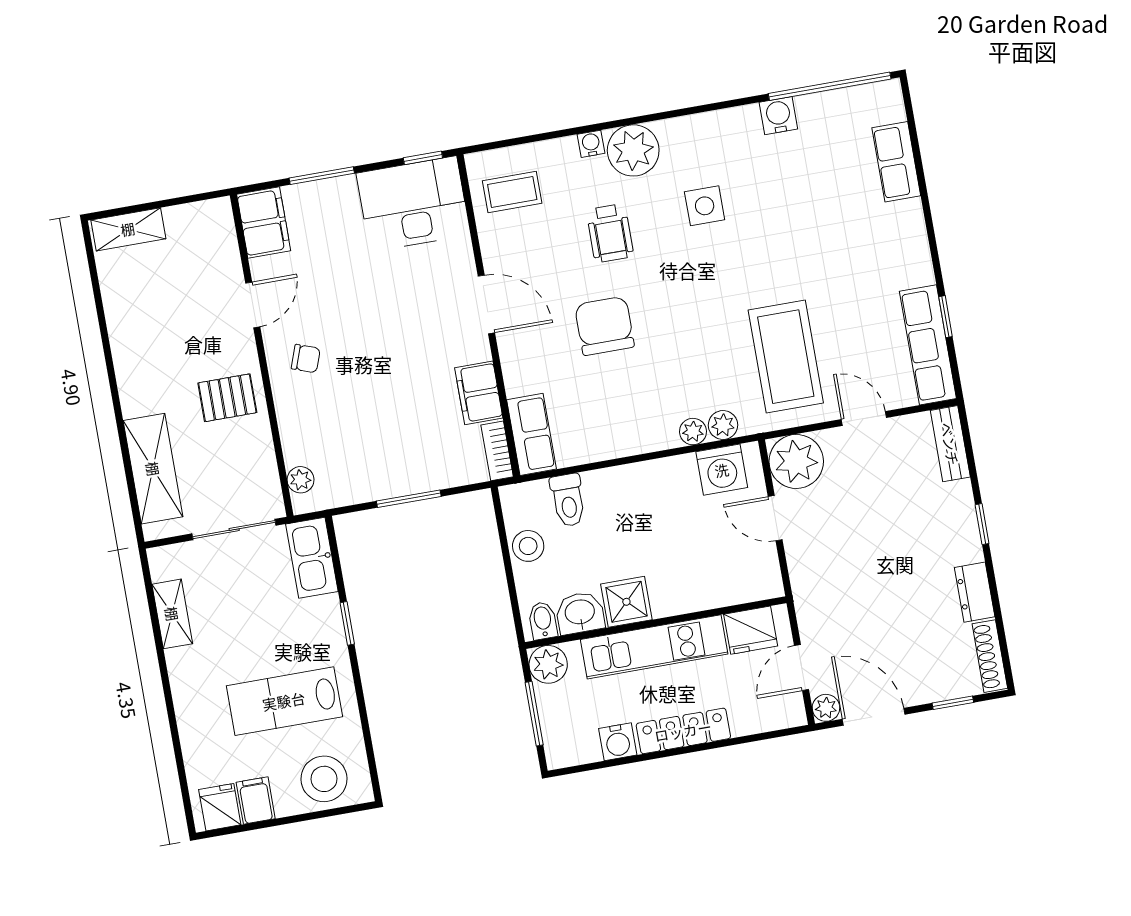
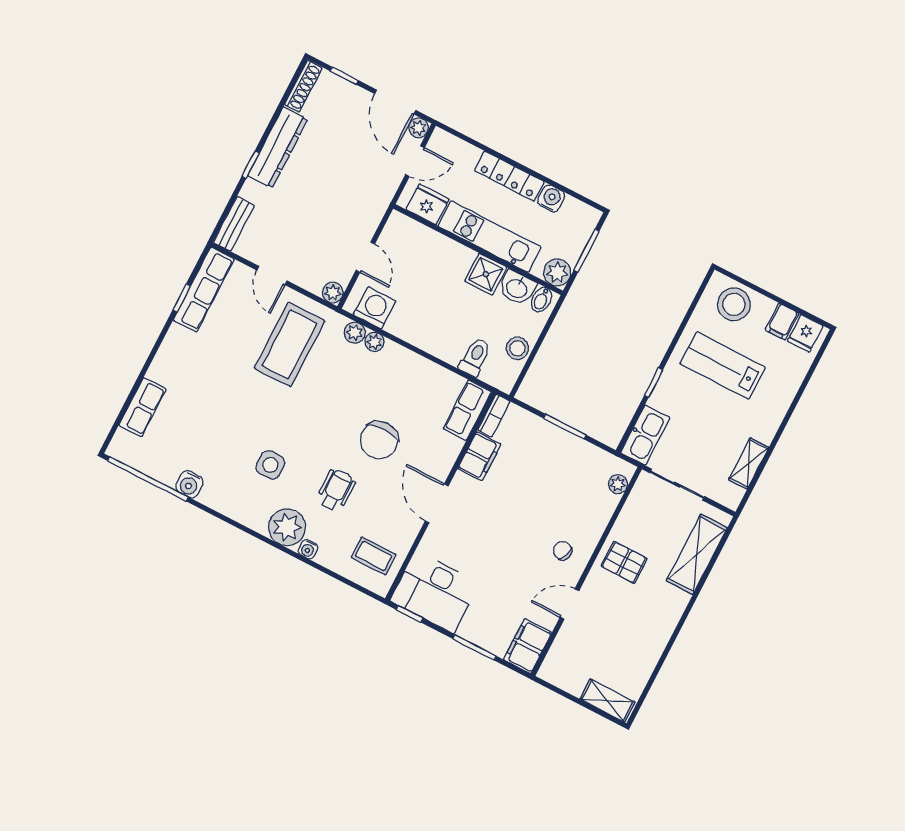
plant: (796, 461) -> (333, 293), width x0.53, depth x0.53
dresser: (975, 592) -> (278, 147), width x1.96, depth x1.24
lab bench: (284, 701) -> (723, 365), turned 180

